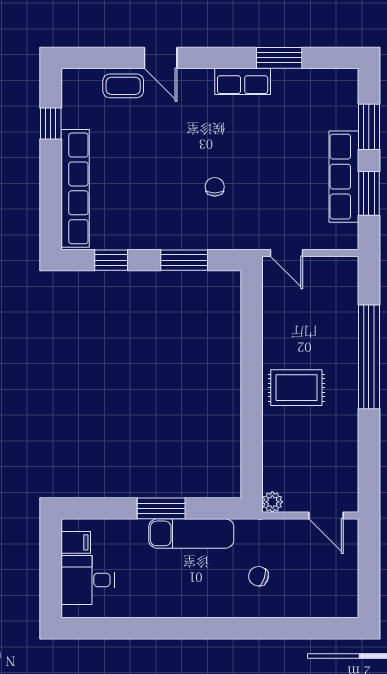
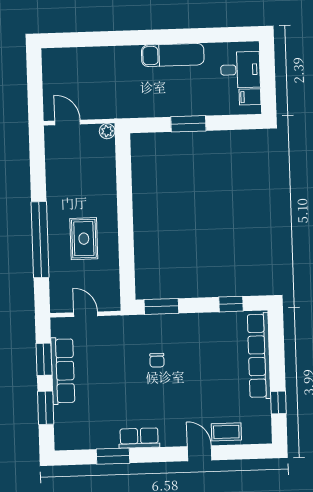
door: (286, 253) -> (86, 314), moved
window: (184, 260) -> (161, 306), moved
rug: (296, 388) -> (84, 239), moved, turned 90
exam couch: (191, 533) -> (173, 55), moved, turned 180
chair: (259, 576) -> (115, 77), removed

